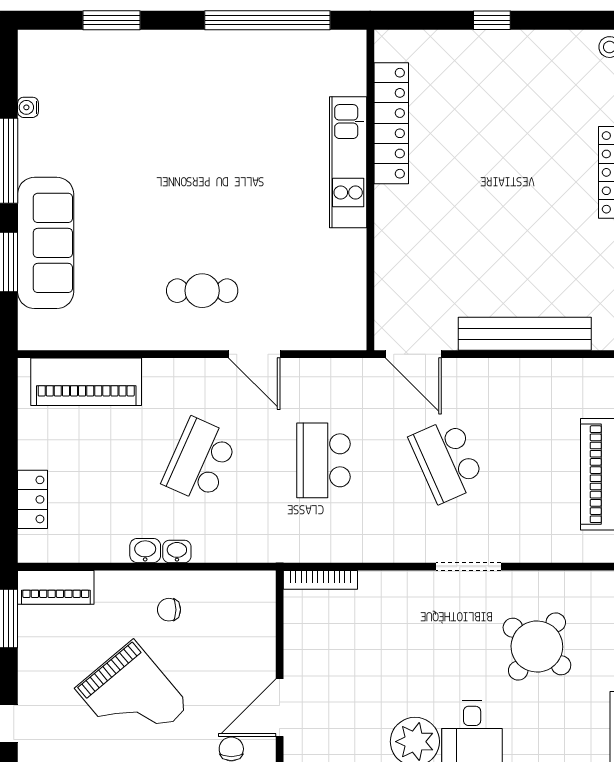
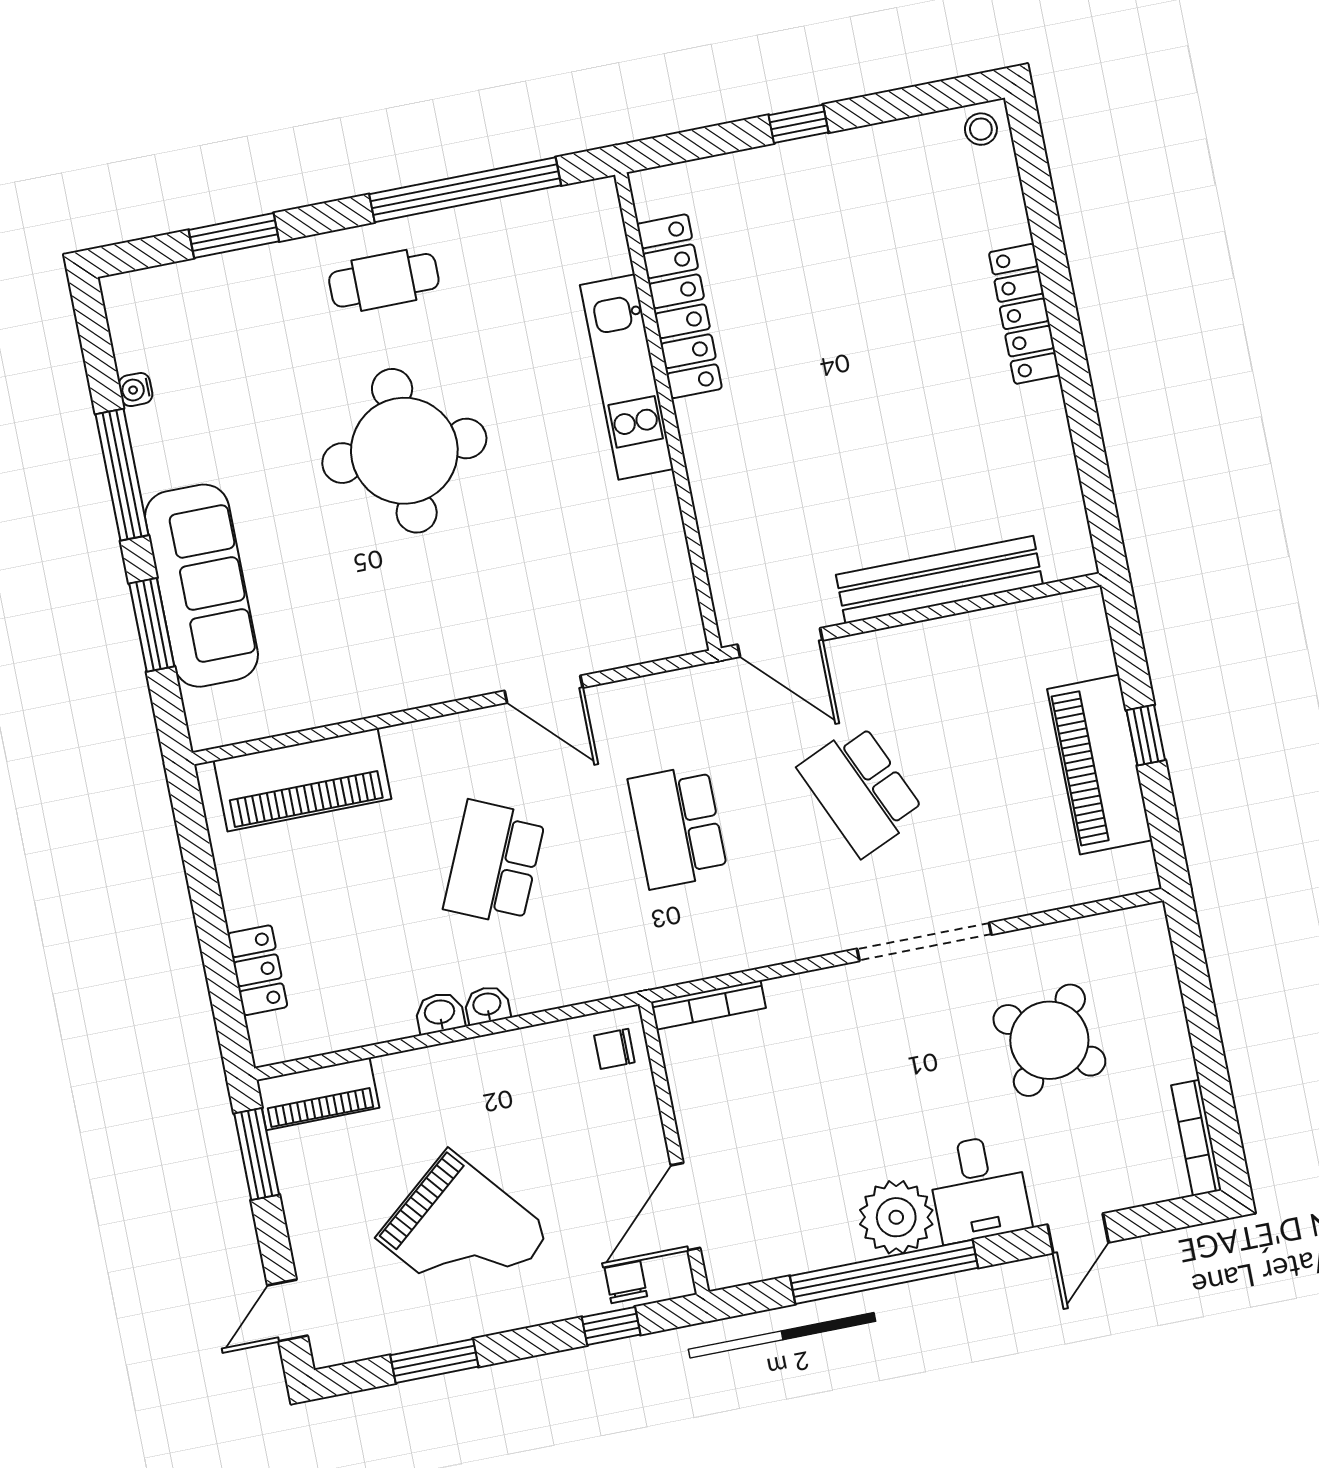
round table: (194, 182) -> (404, 451), added
cafe table: (202, 291) -> (384, 280), moved
doorway: (468, 567) -> (924, 942), width x1.36
chair: (169, 610) -> (614, 1049), moved

